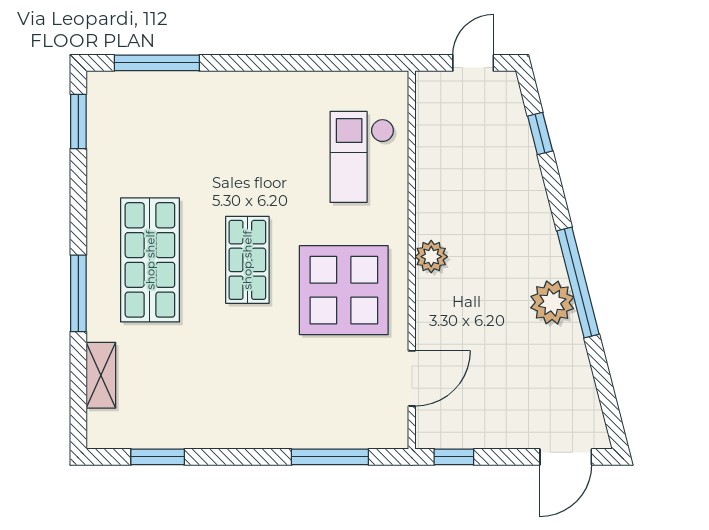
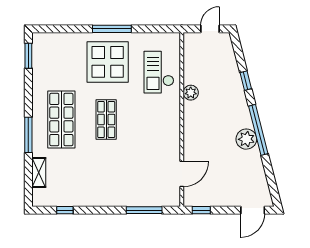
window: (157, 63) -> (112, 29), moved
window: (540, 133) -> (246, 81), moved
plant: (431, 257) -> (191, 93), moved
display table: (344, 290) -> (108, 62), moved
window: (158, 457) -> (65, 210), width x0.67

